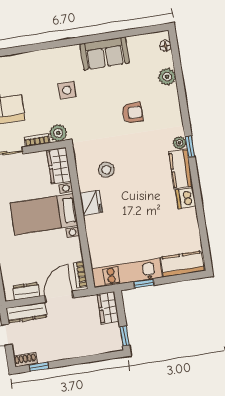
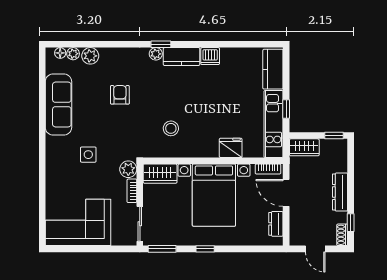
sofa: (105, 53) -> (58, 105), width x1.36
plant: (167, 59) -> (73, 54), added
fridge: (91, 203) -> (231, 148), moved
bed with nightstands: (44, 214) -> (214, 195), width x1.36
dresser: (27, 313) -> (340, 192), moved, turned 180

